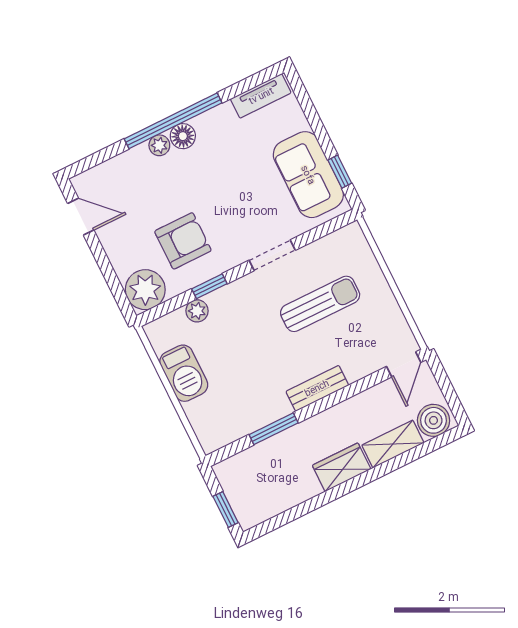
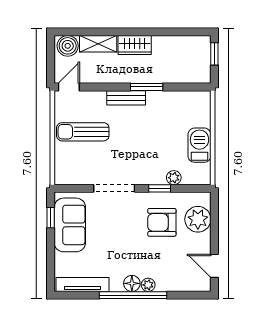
tv unit: (261, 96) -> (83, 284), width x1.41
doorway: (272, 255) -> (114, 188), width x1.38
plant: (145, 290) -> (198, 219), moved
sun lounger: (320, 304) -> (83, 132), moved
window: (274, 429) -> (147, 87), moved

